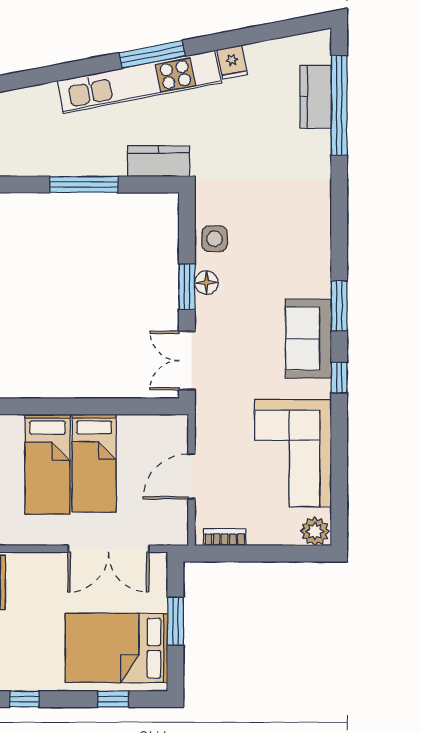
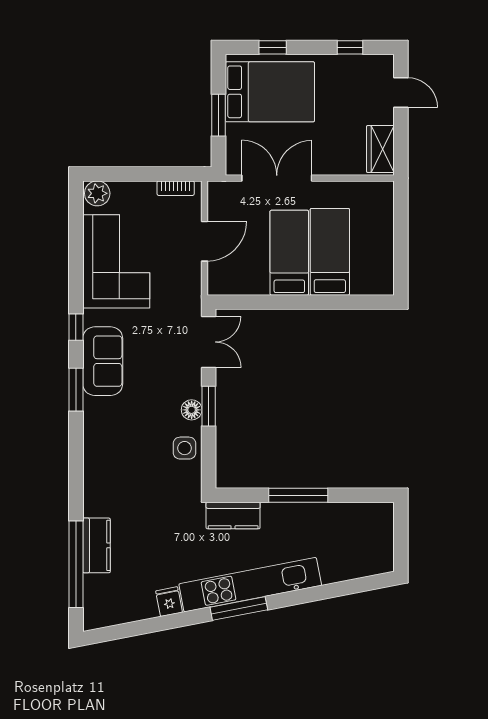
kitchen counter: (316, 97) -> (96, 545), moved

